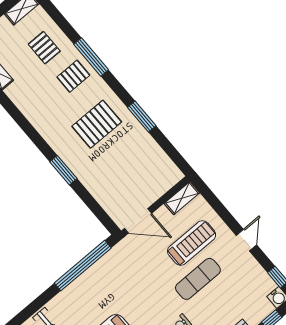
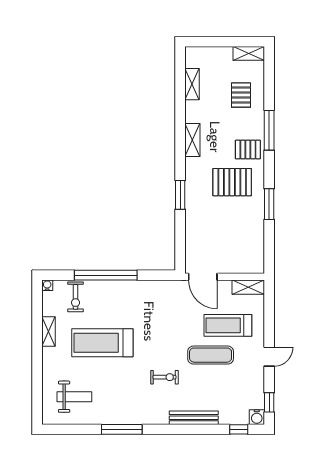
pallet: (73, 76) -> (248, 149), moved
shelving: (36, 117) -> (192, 140), added
treadmill: (192, 243) -> (228, 325), turned 180
window: (83, 266) -> (106, 275), moved

